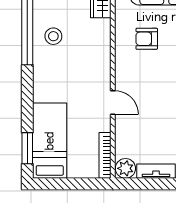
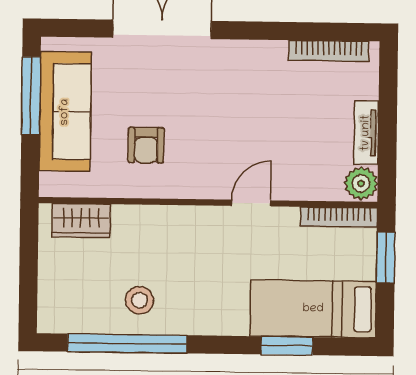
window: (27, 148) -> (287, 346), moved
window: (81, 184) -> (386, 258), added

